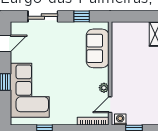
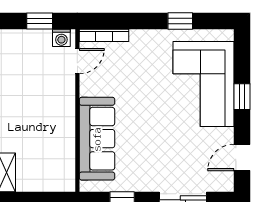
sofa: (98, 48) -> (97, 139), width x1.36
plant: (104, 88) -> (87, 88), removed

